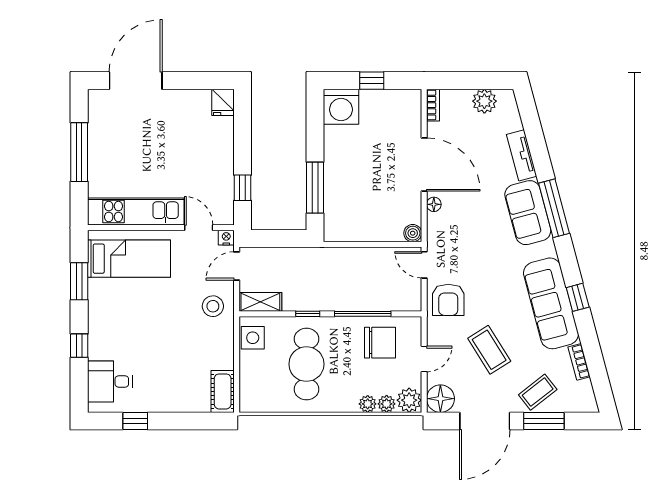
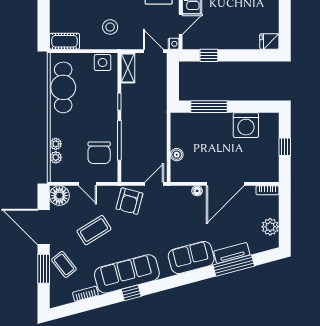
washing machine: (341, 107) -> (246, 125), moved, turned -90
window: (554, 208) -> (234, 265), moved
boiler: (413, 233) -> (177, 155), moved
armchair: (448, 300) -> (129, 201), turned -75
stool: (213, 306) -> (110, 27), moved
cafe table: (306, 364) -> (63, 87), moved, turned 90
plant: (409, 400) -> (58, 173), removed

